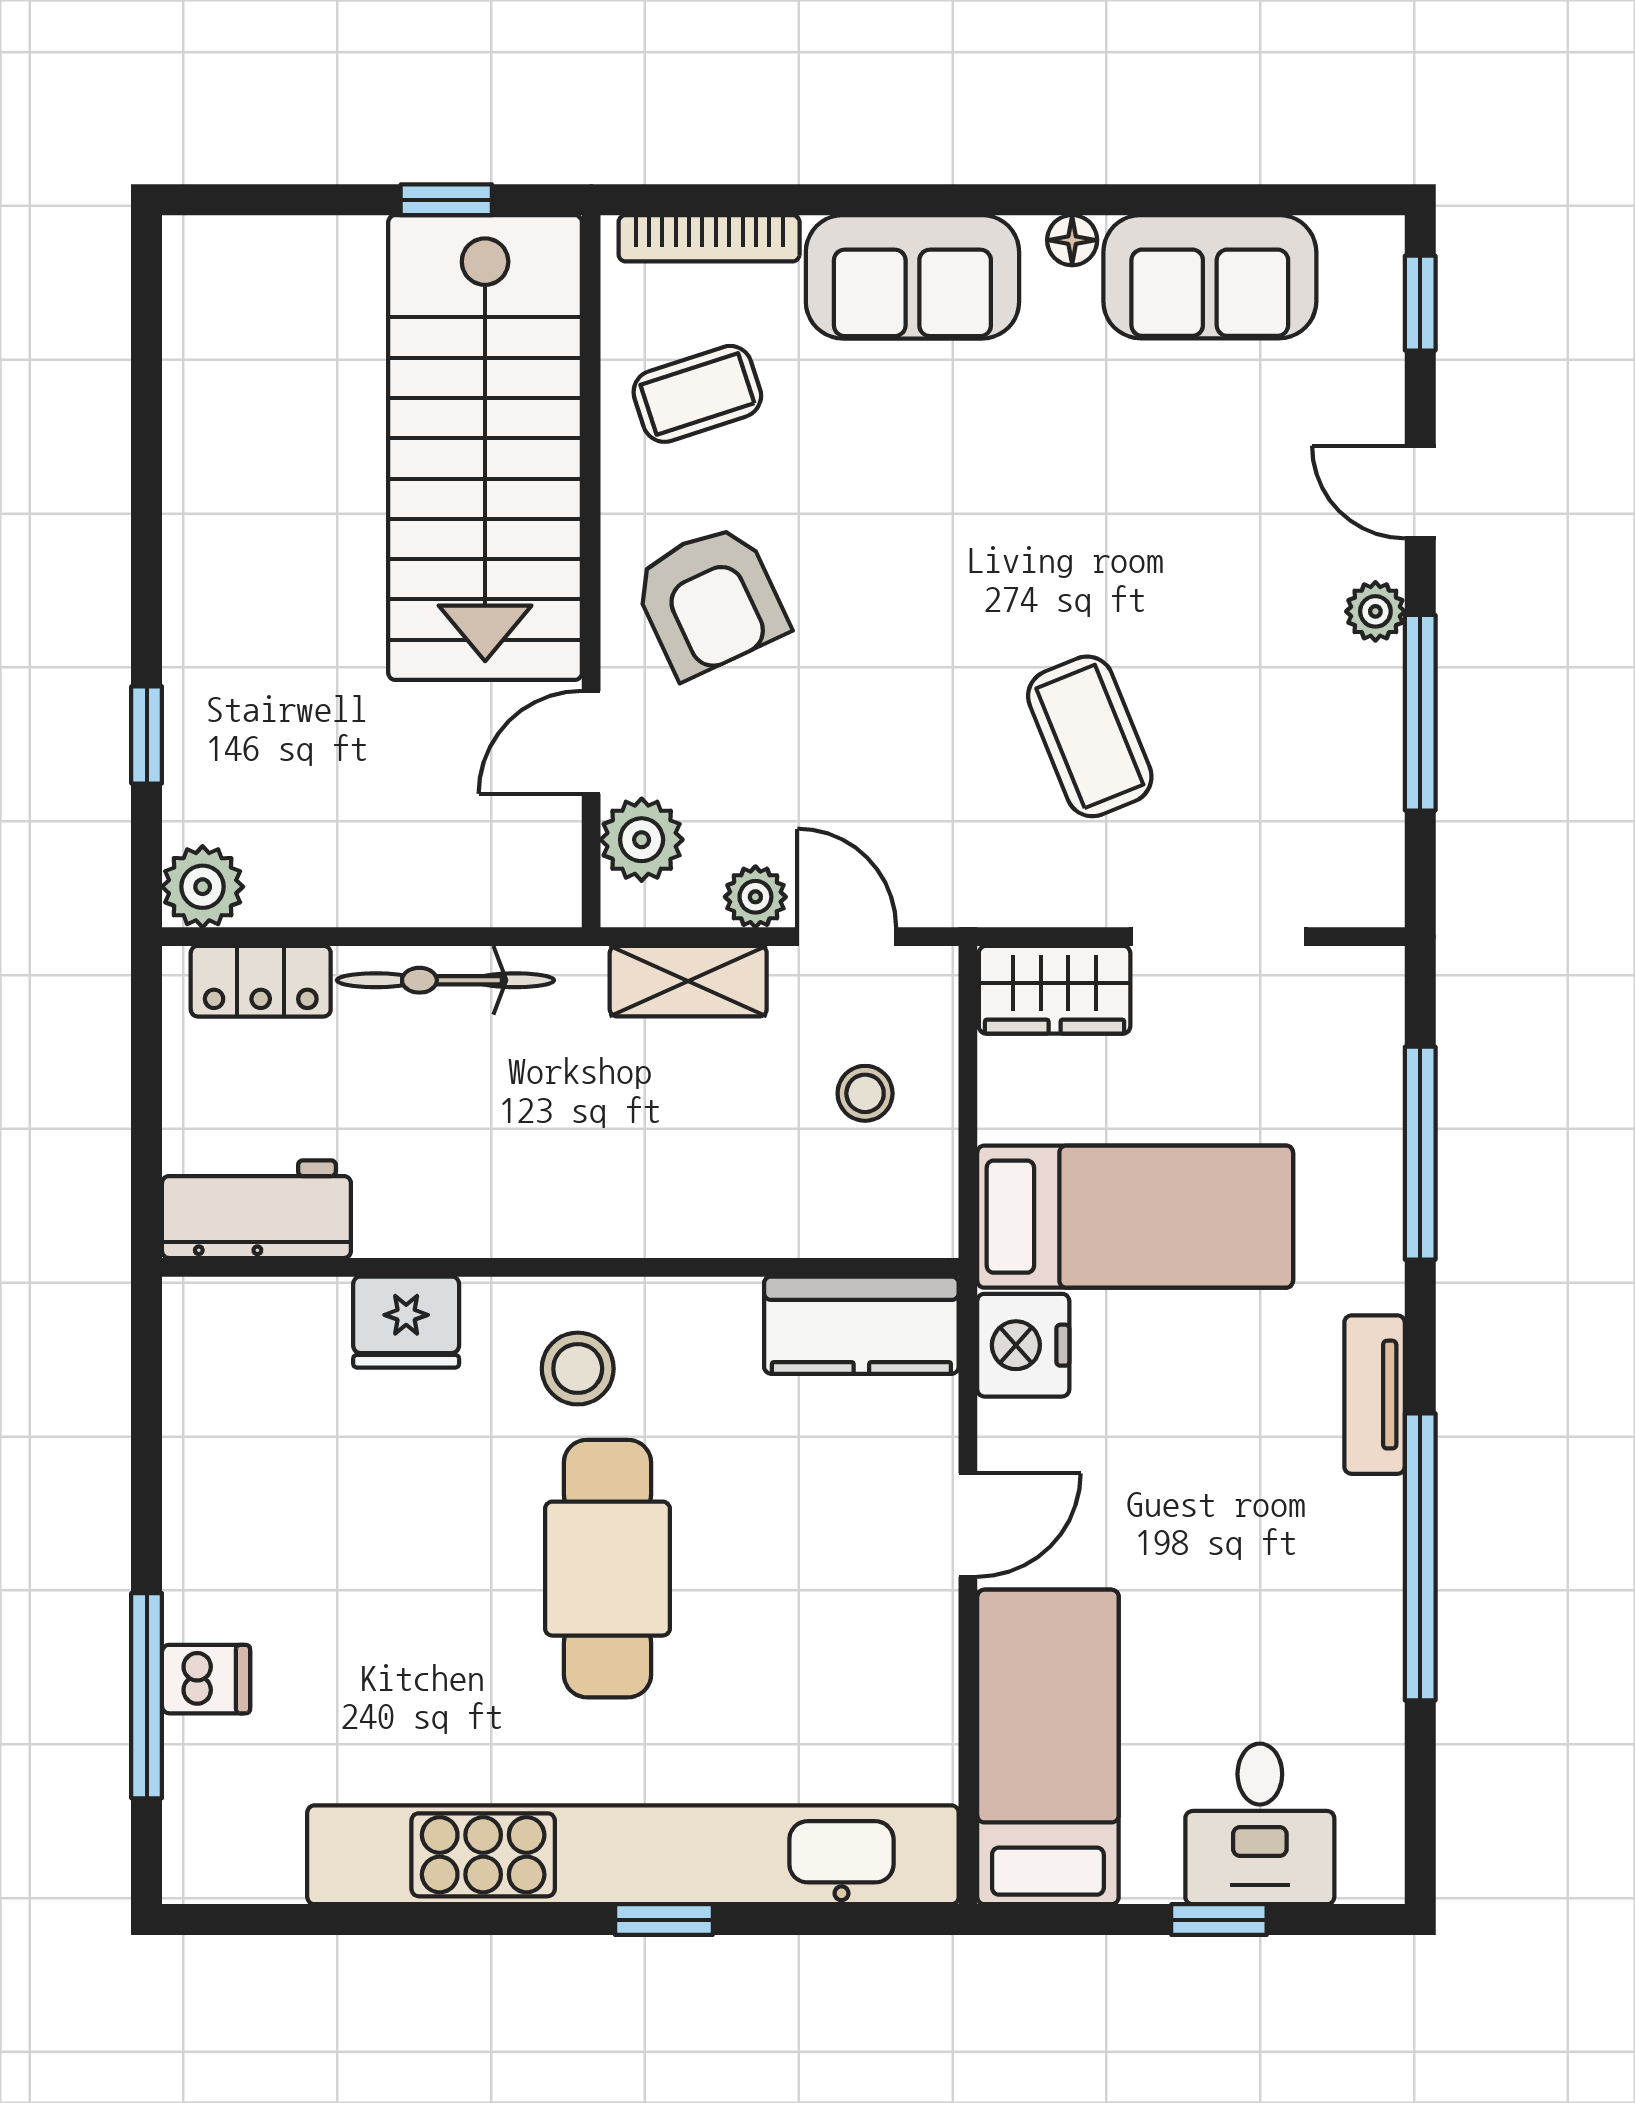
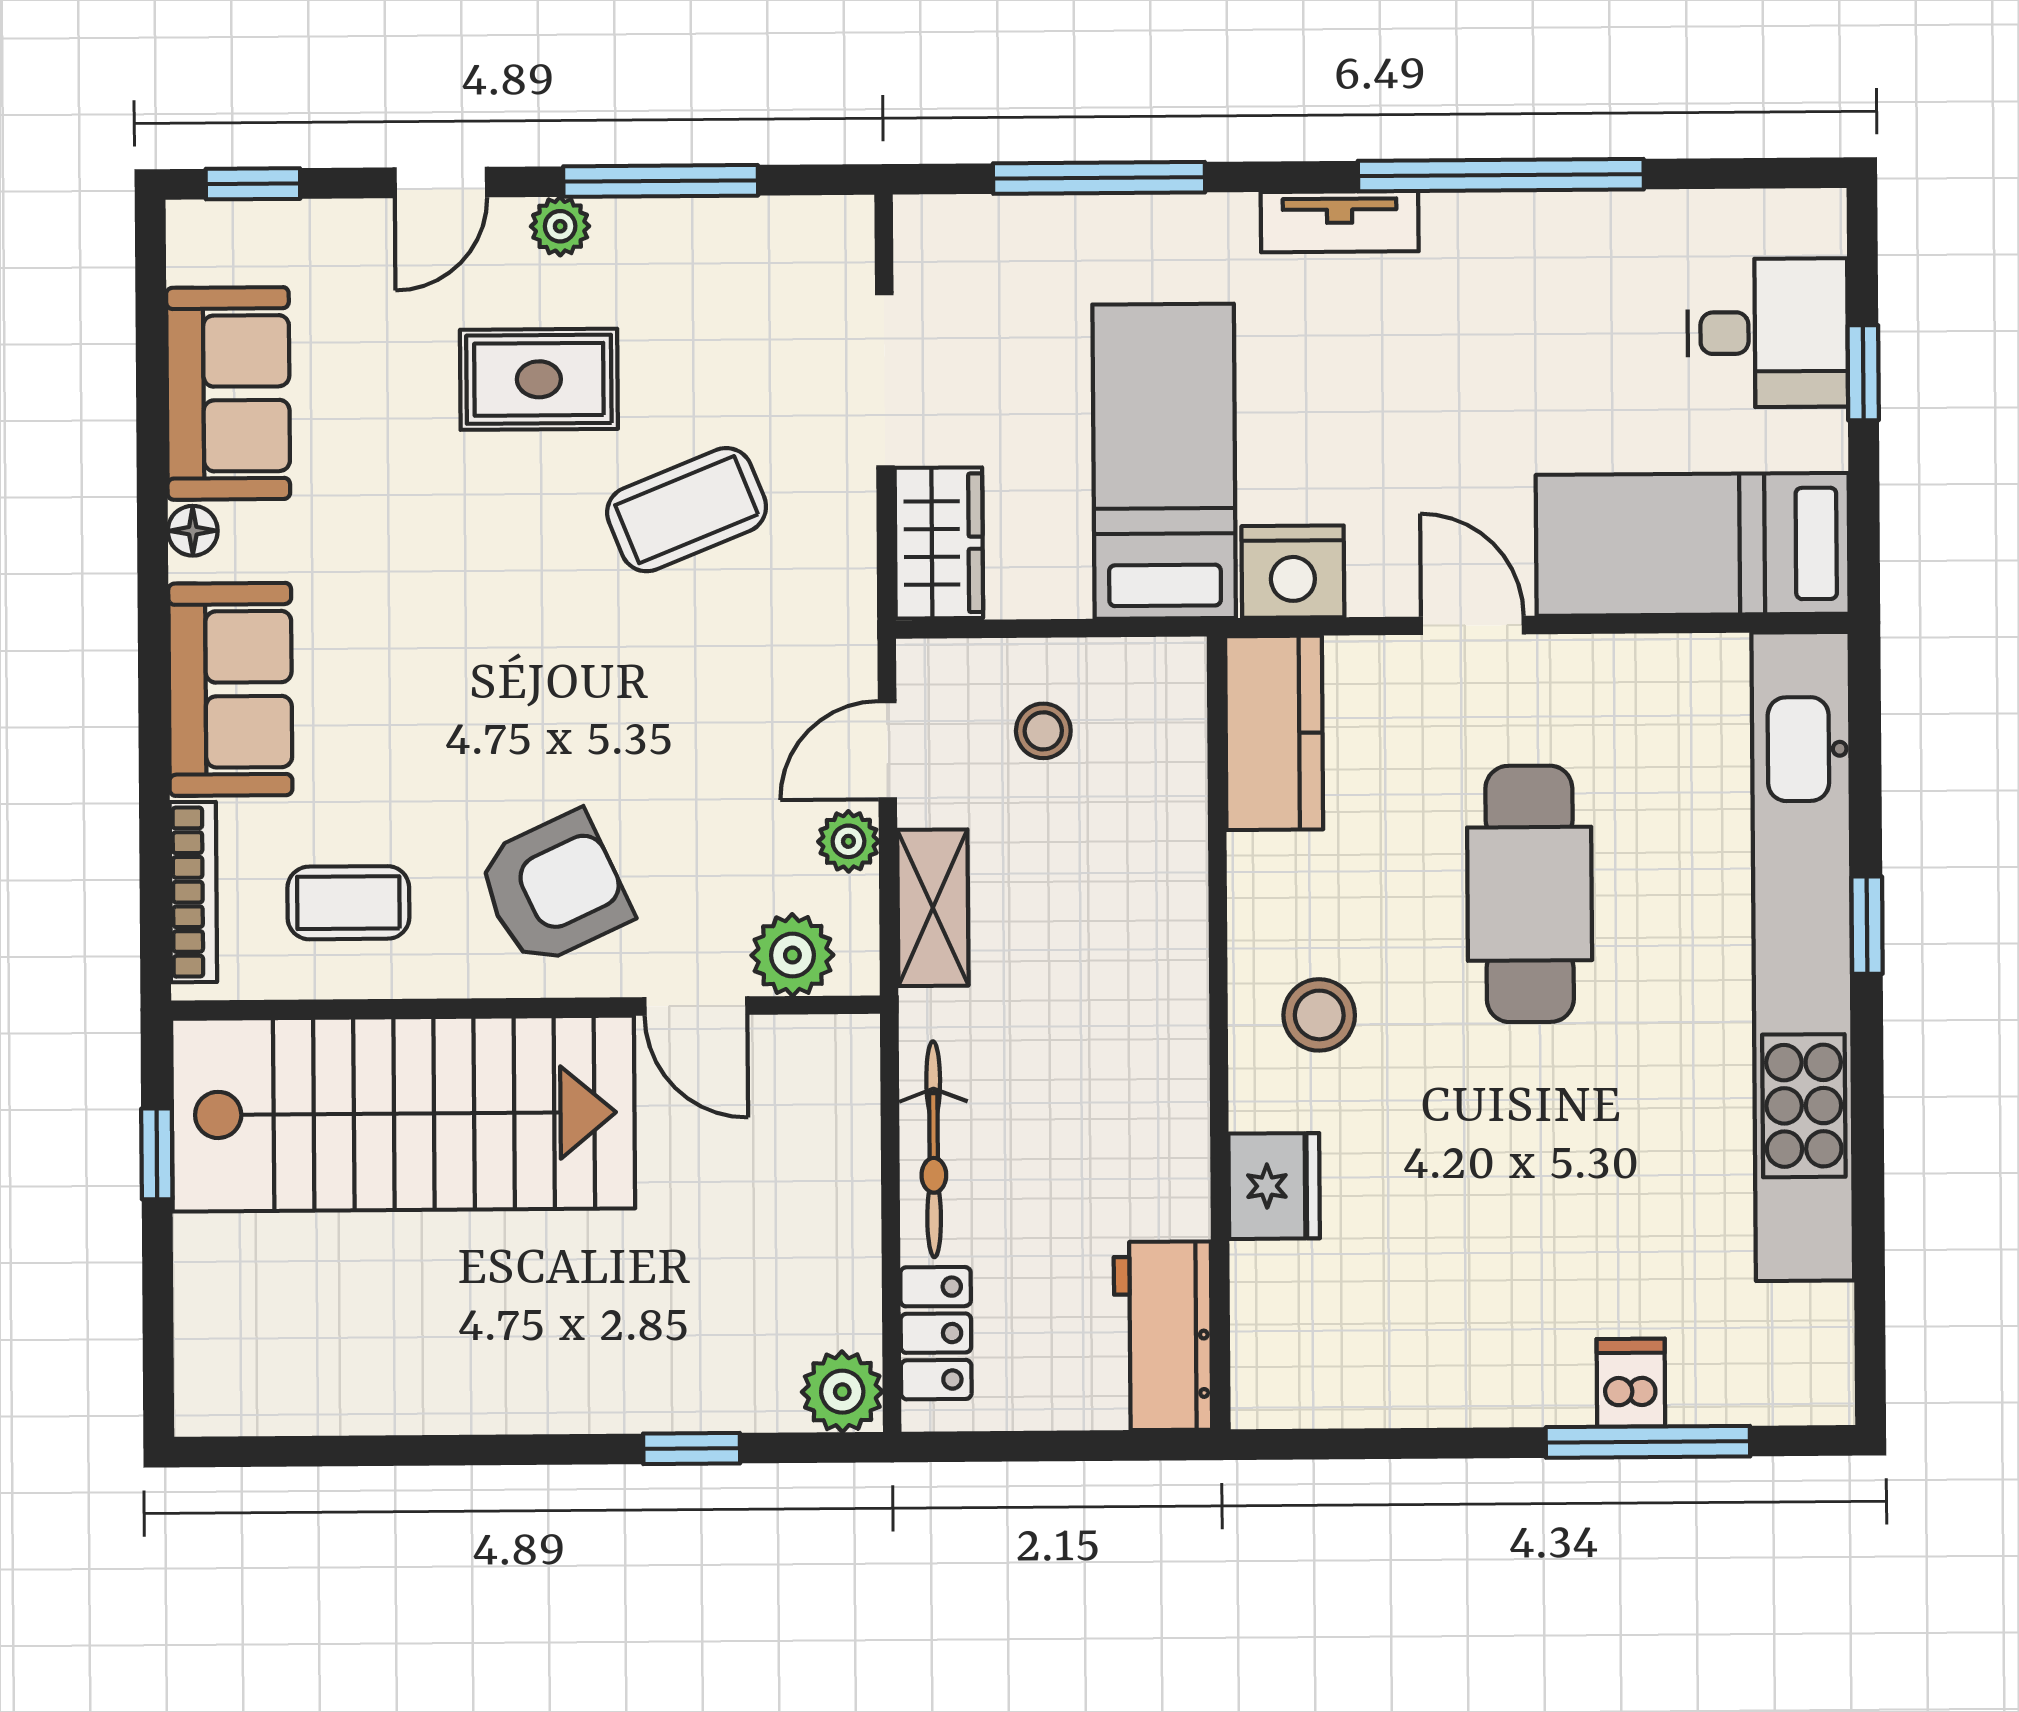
coffee table: (697, 394) -> (348, 903), turned -72
rug: (1222, 589) -> (539, 379), added
cafe table: (607, 1569) -> (1530, 894), moved, turned 90

